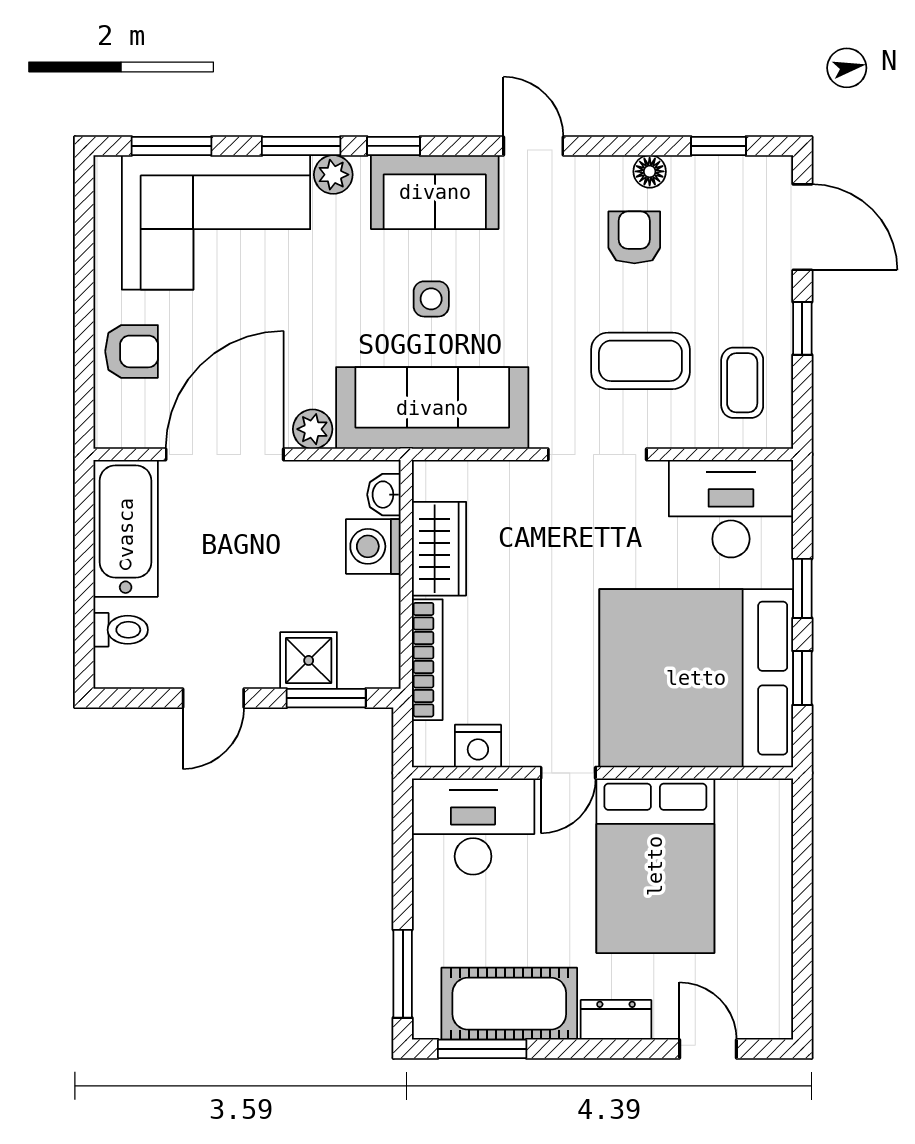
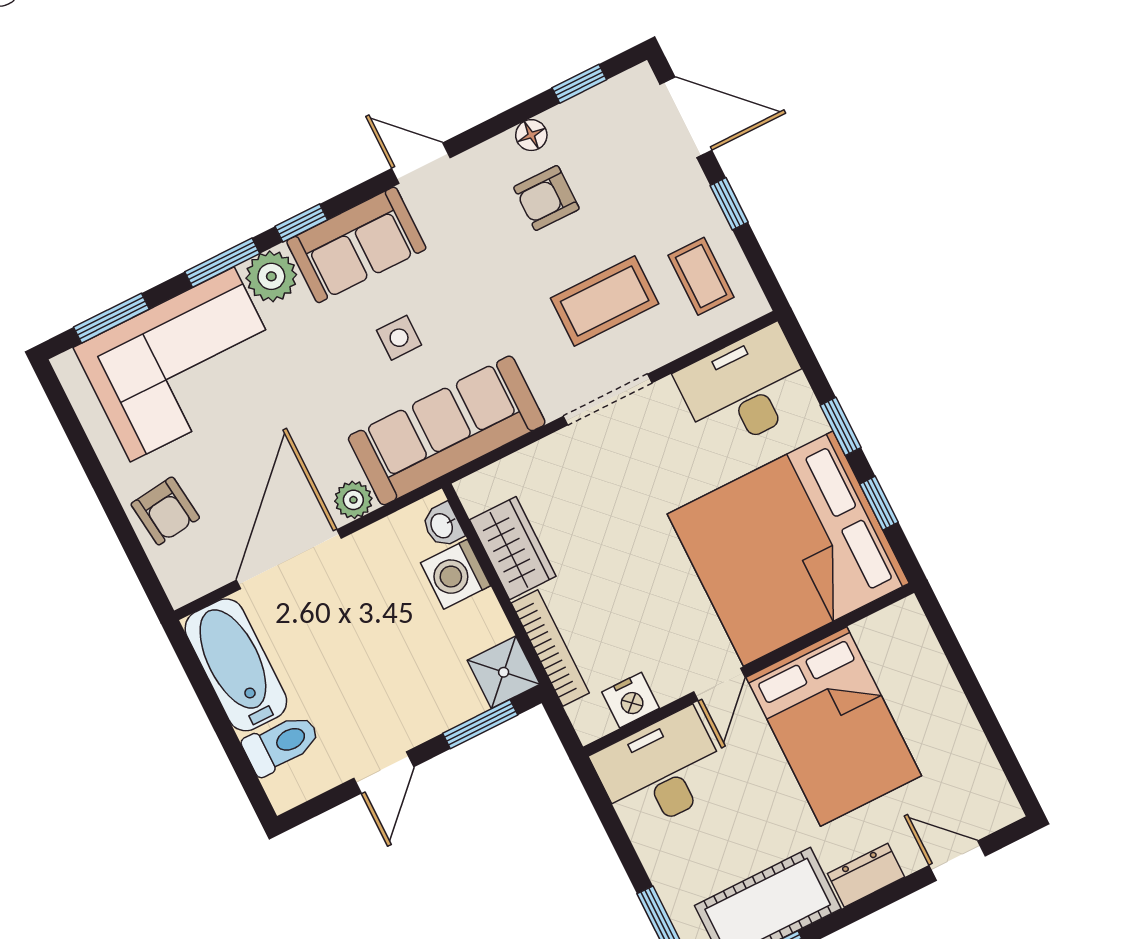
plant: (333, 175) -> (271, 276), width x1.38, depth x1.38
armchair: (634, 237) -> (546, 198), turned -90
armchair: (132, 351) -> (165, 511), turned 83
toilet: (121, 630) -> (281, 744), width x1.37, depth x1.39
shower: (309, 660) -> (504, 672), moved

